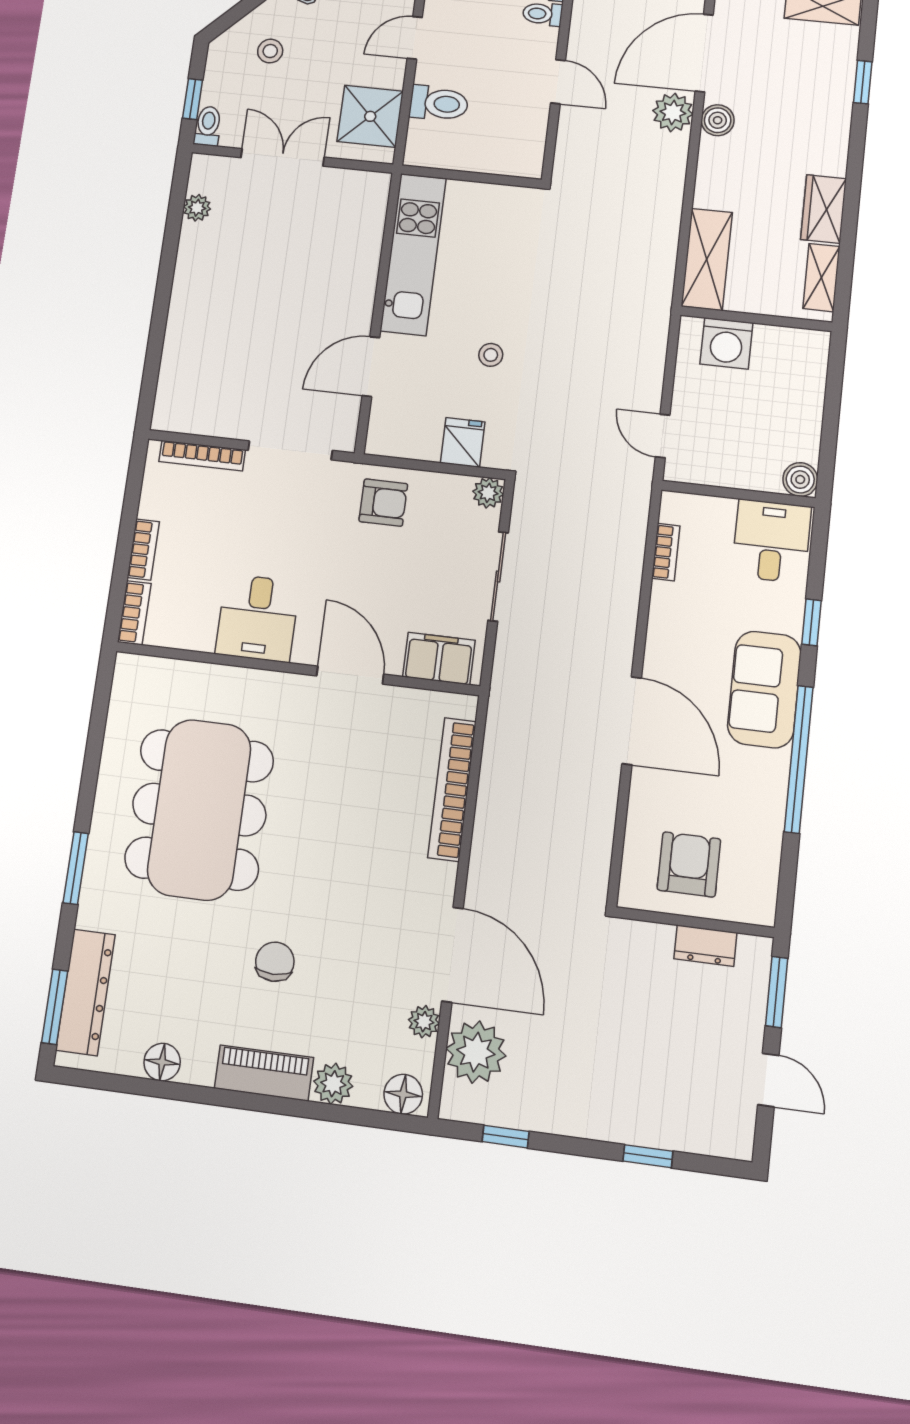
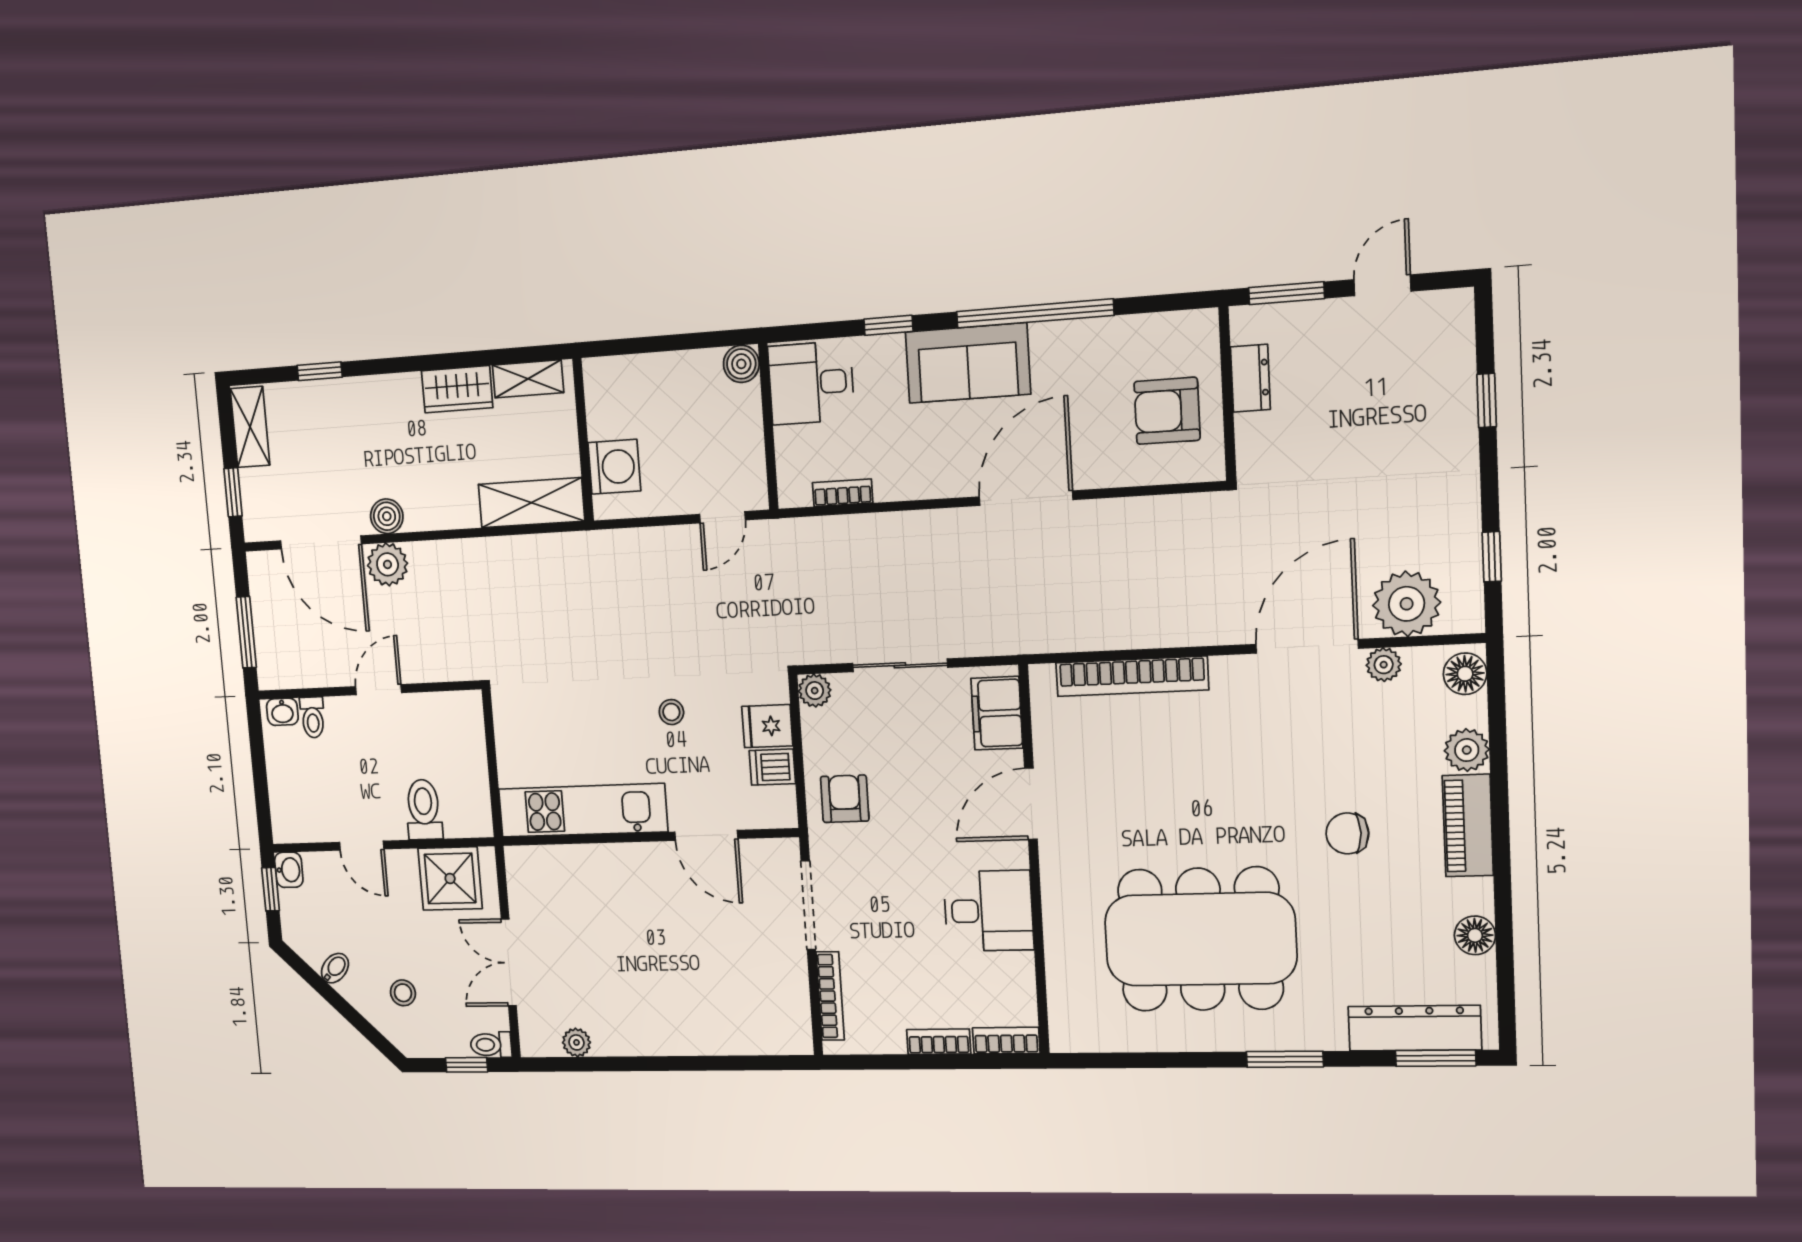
dishwasher: (424, 440) -> (772, 767), added

